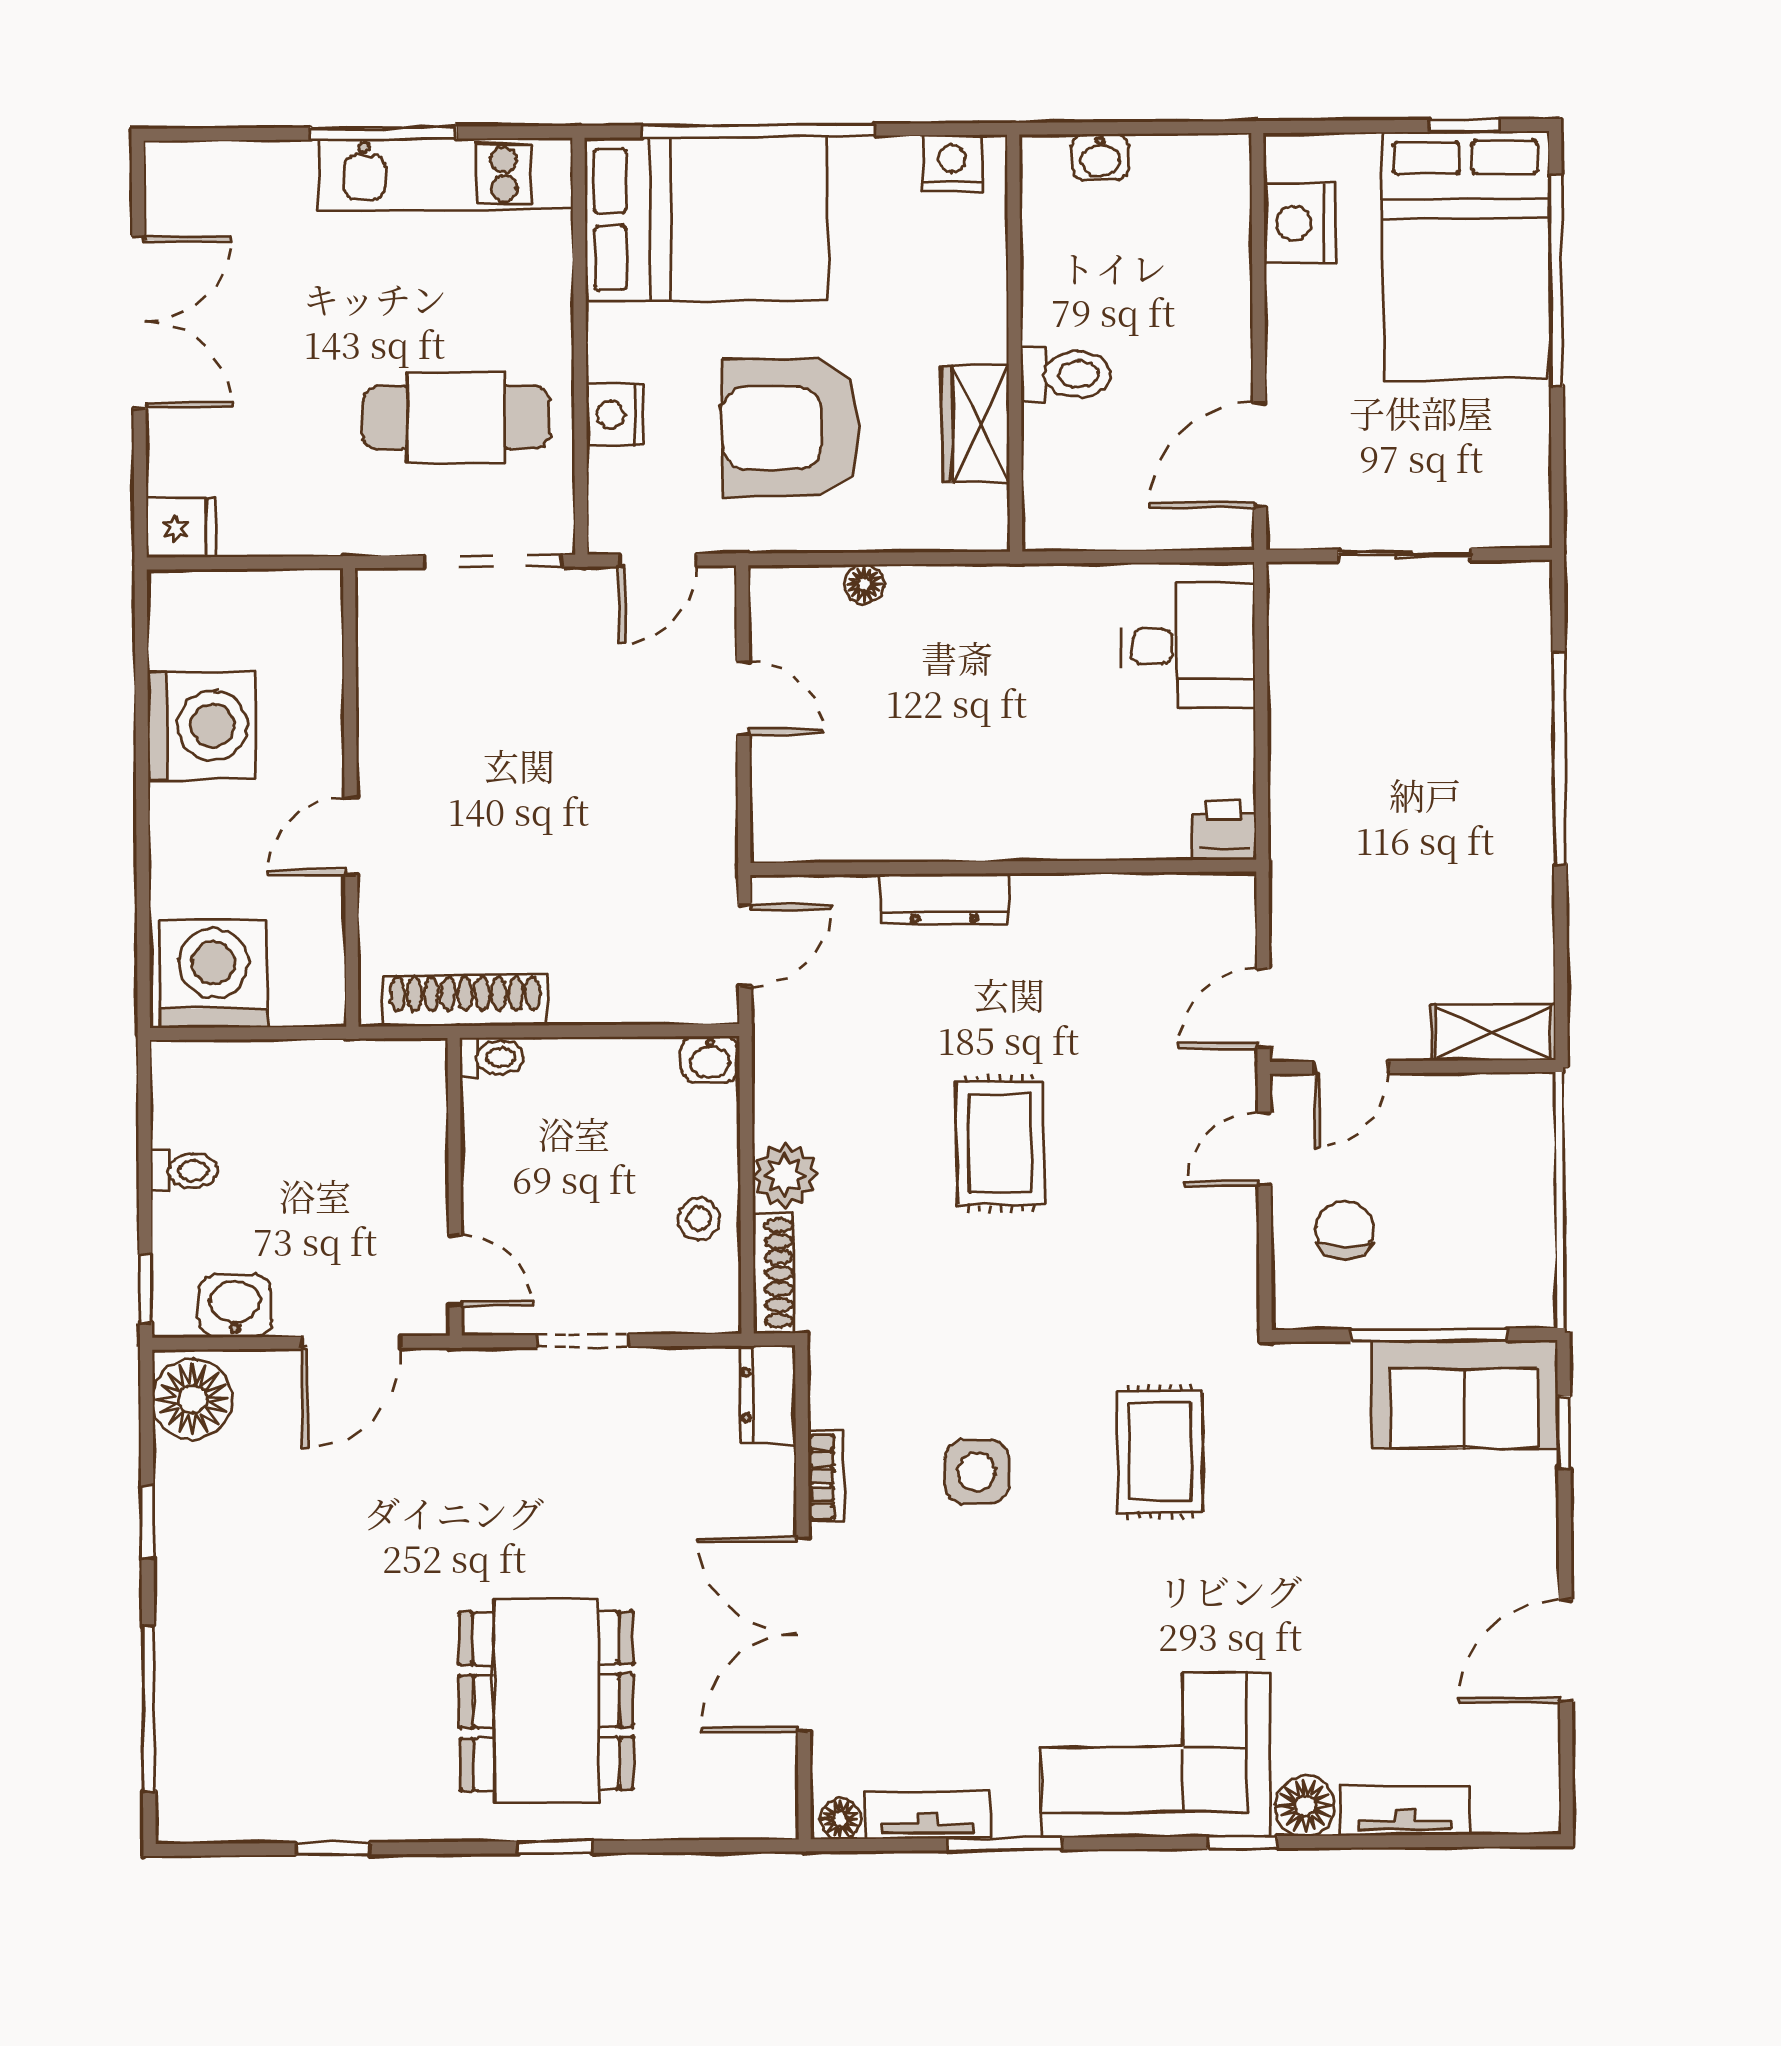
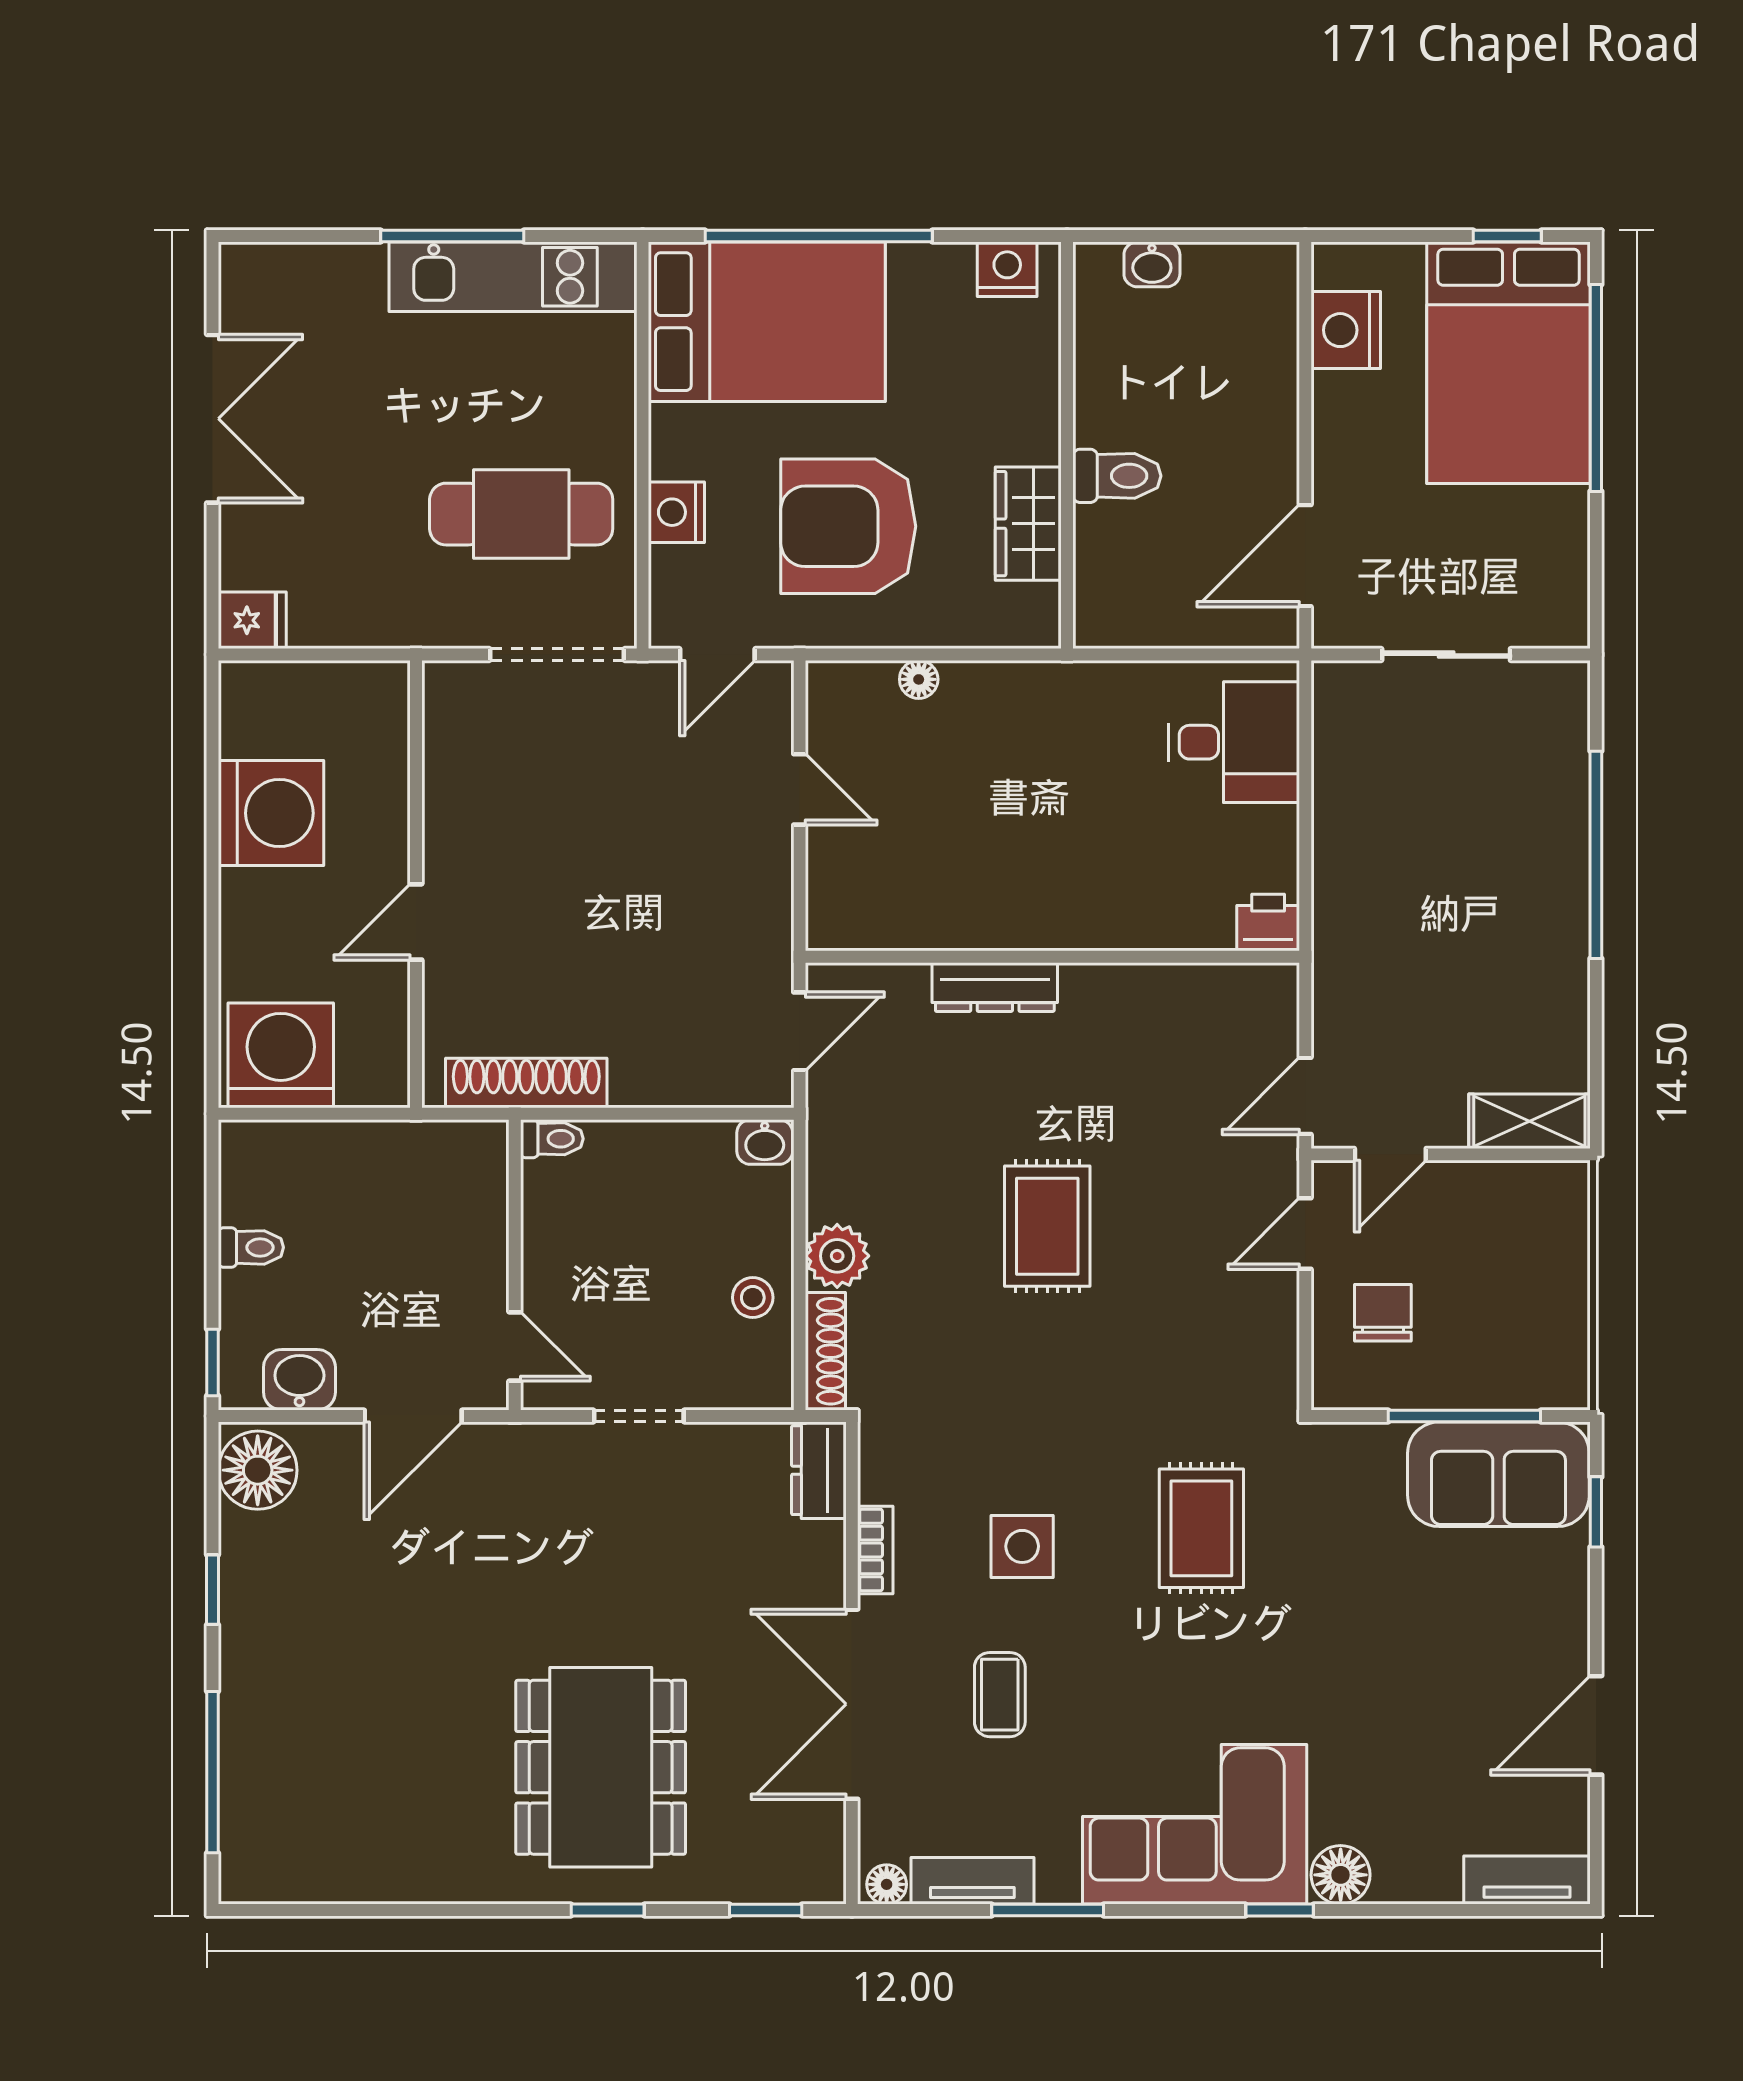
coffee table: (955, 1624) -> (1000, 1695), added
tv unit: (1405, 1811) -> (1527, 1880), moved
window: (333, 1849) -> (766, 1910), moved

